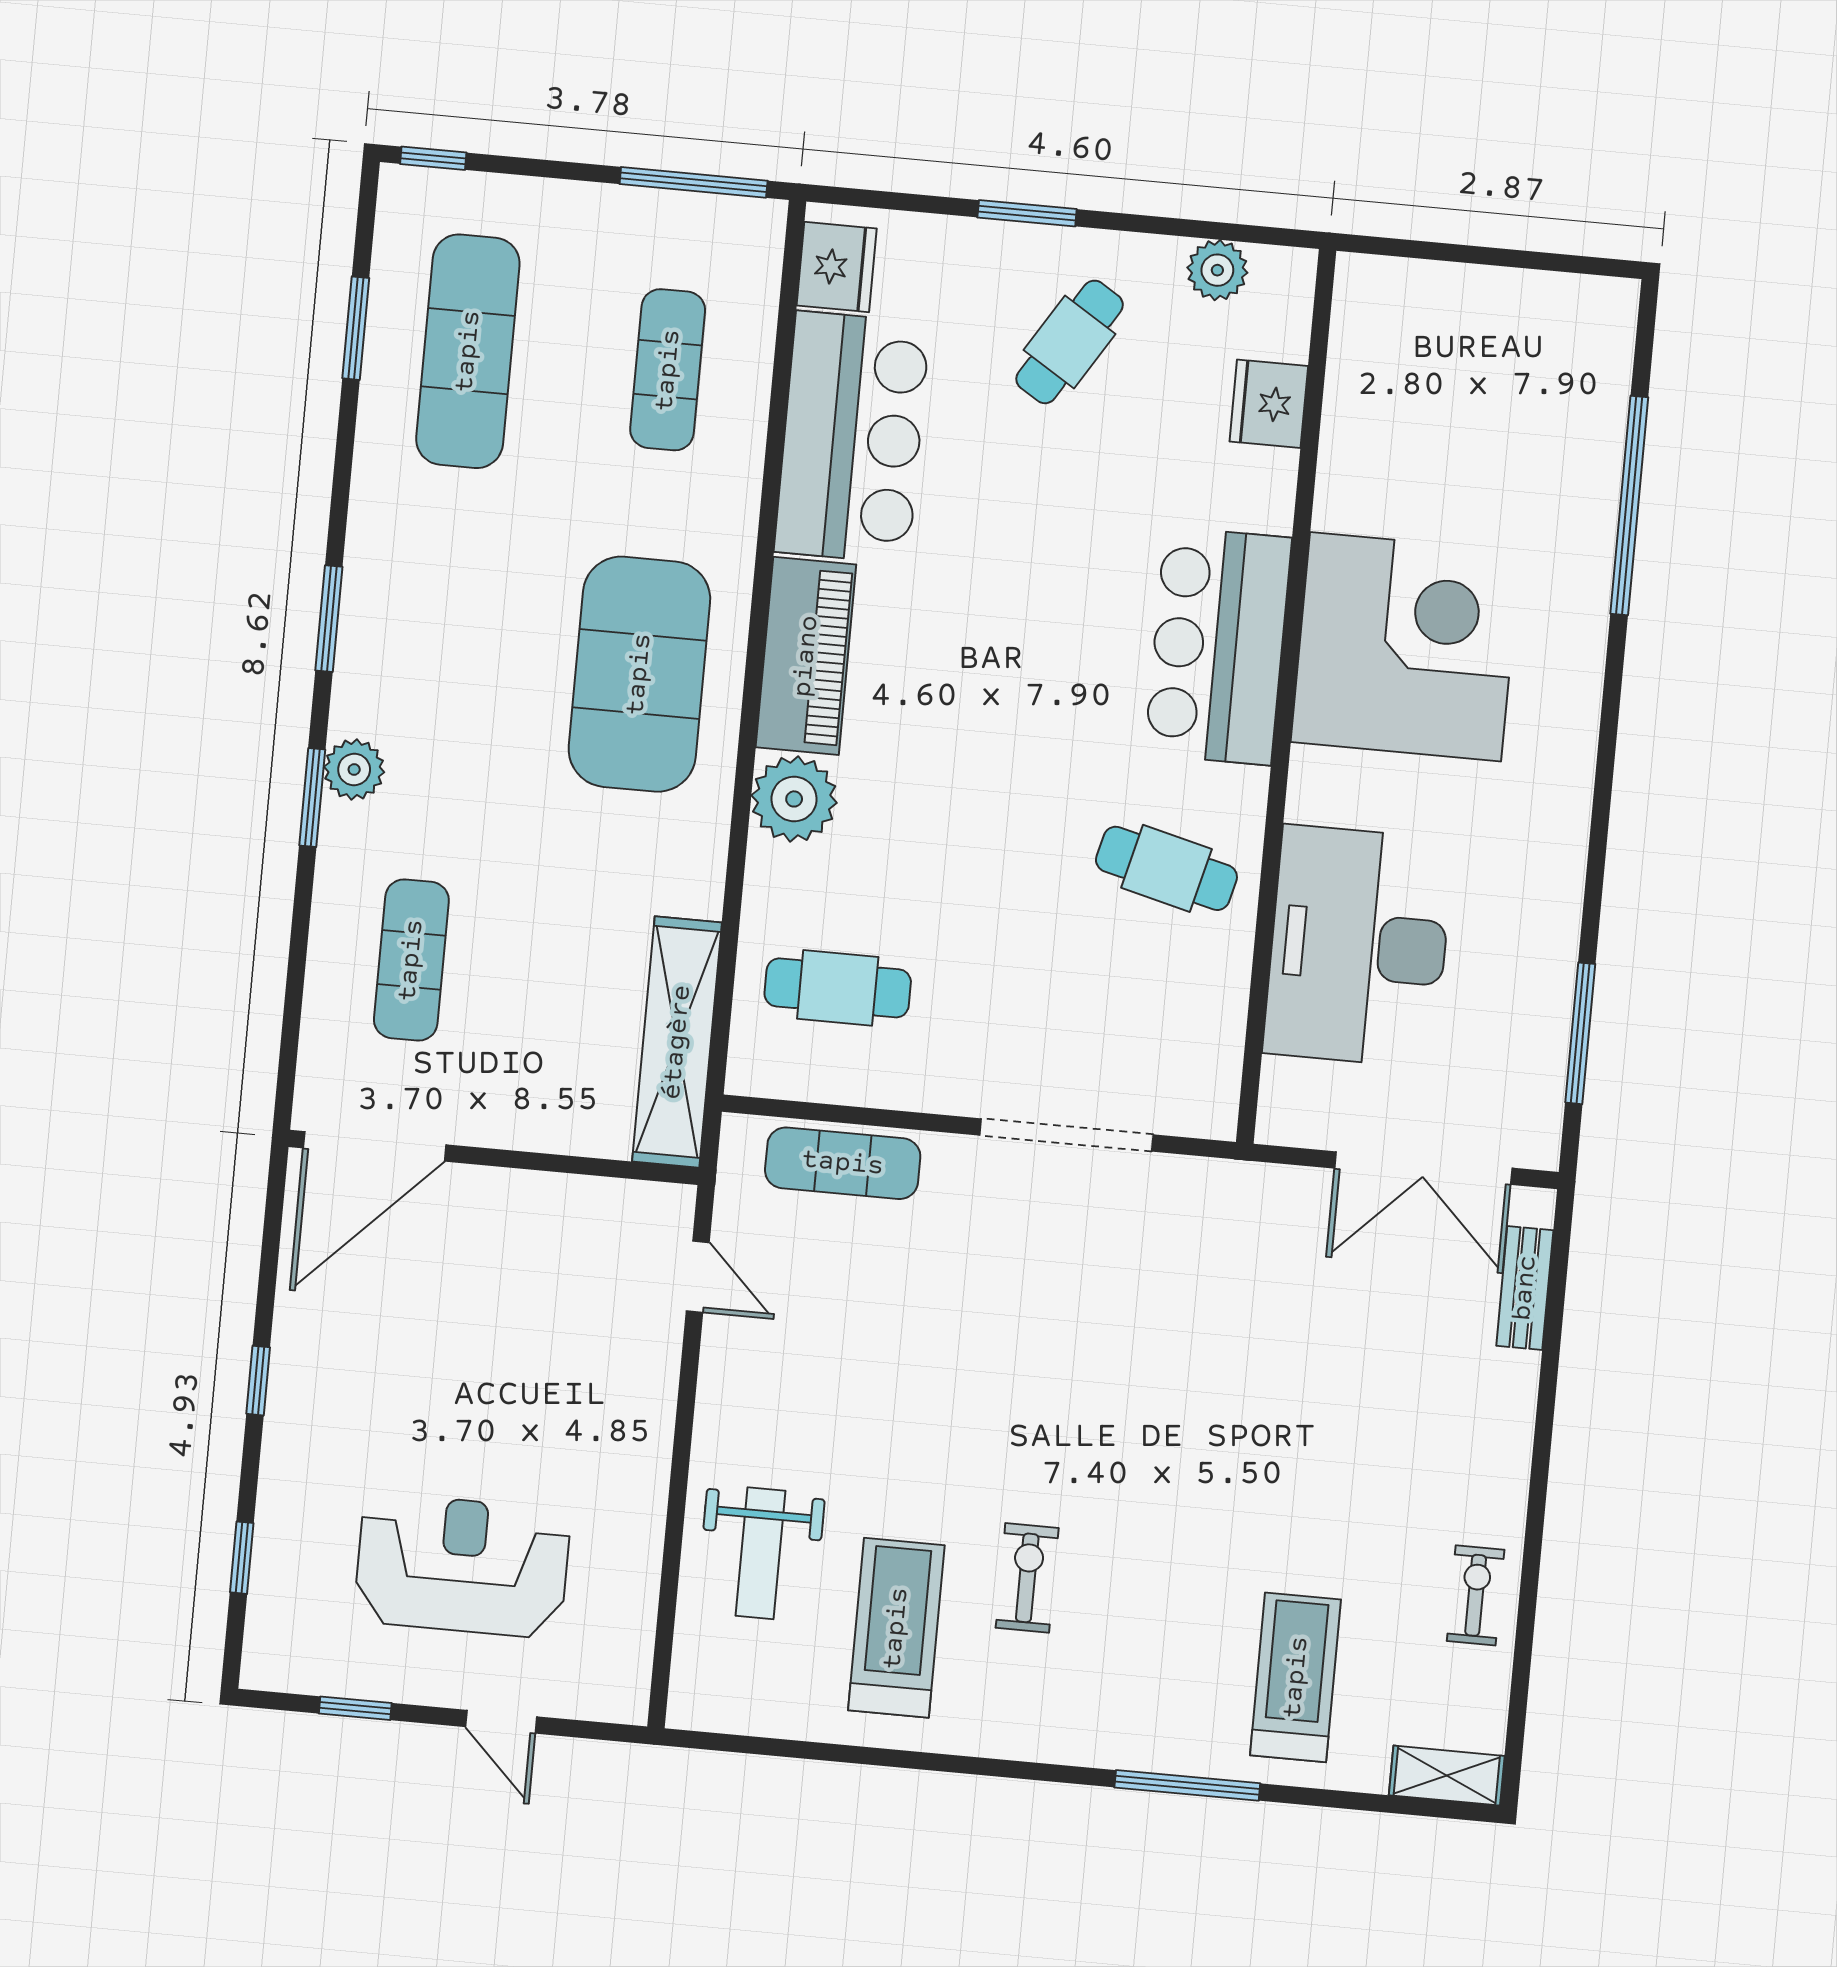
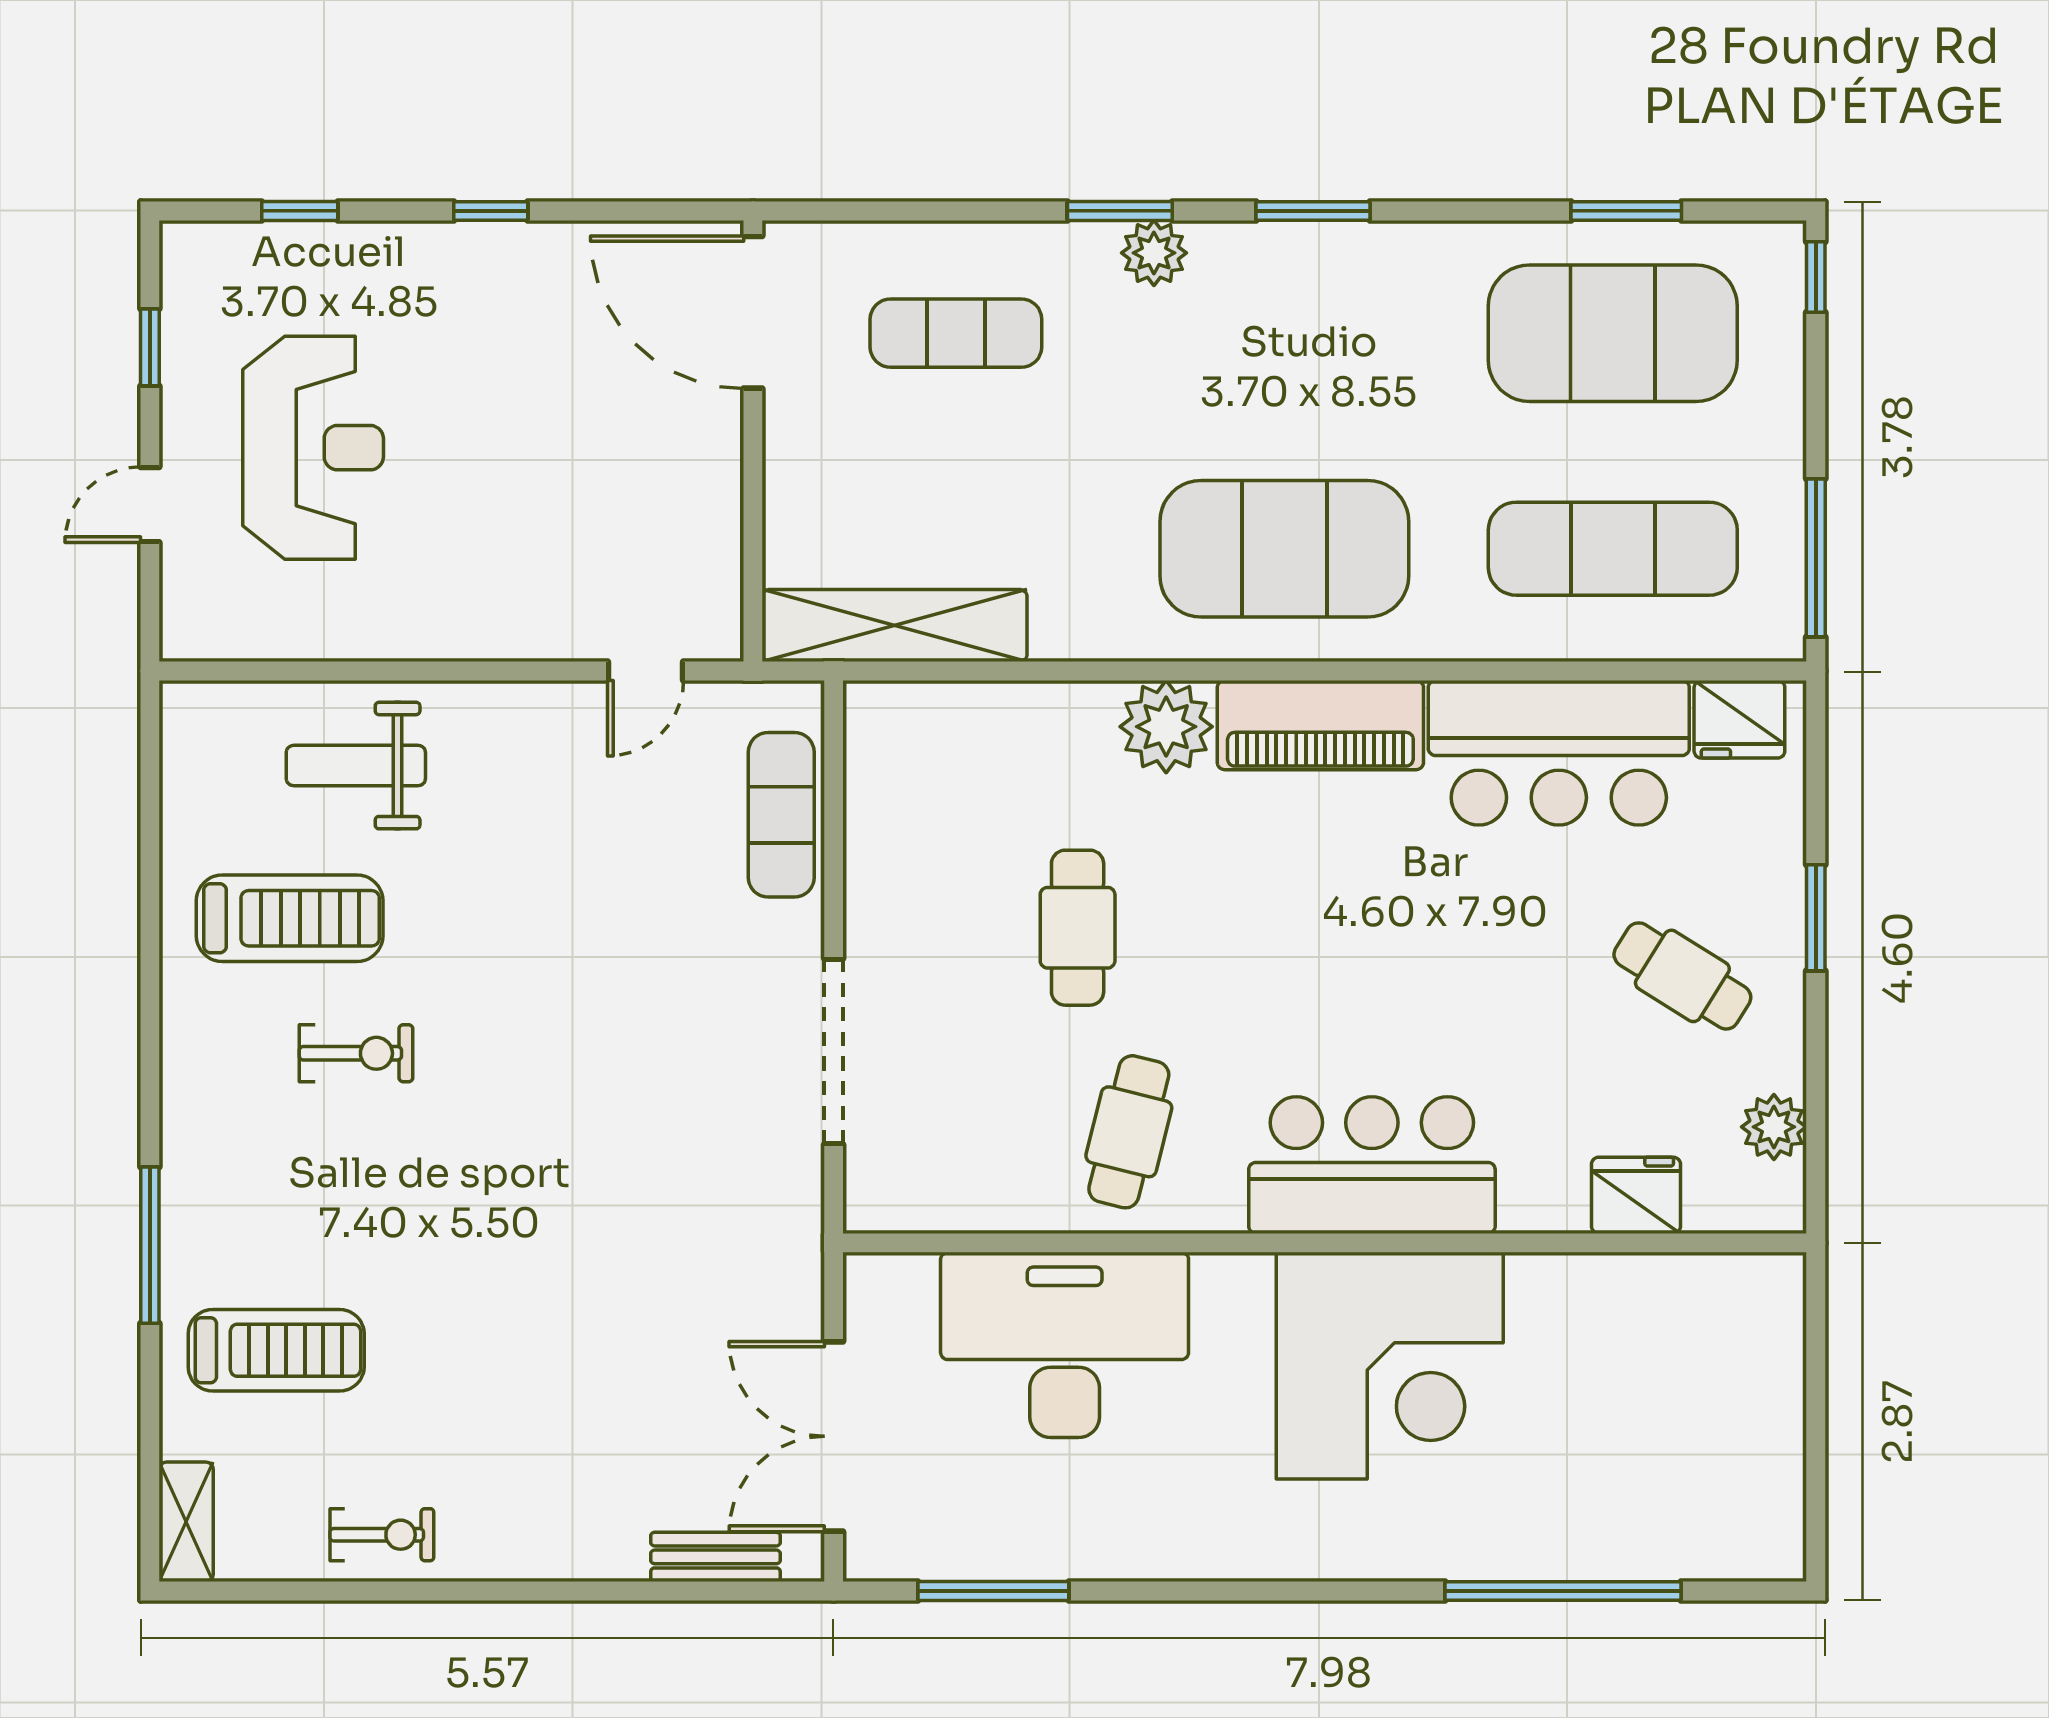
exercise mat: (468, 351) -> (1613, 333), width x1.47
exercise mat: (668, 370) -> (1613, 549), width x1.36, depth x1.45
cafe table: (838, 988) -> (1078, 928), moved

